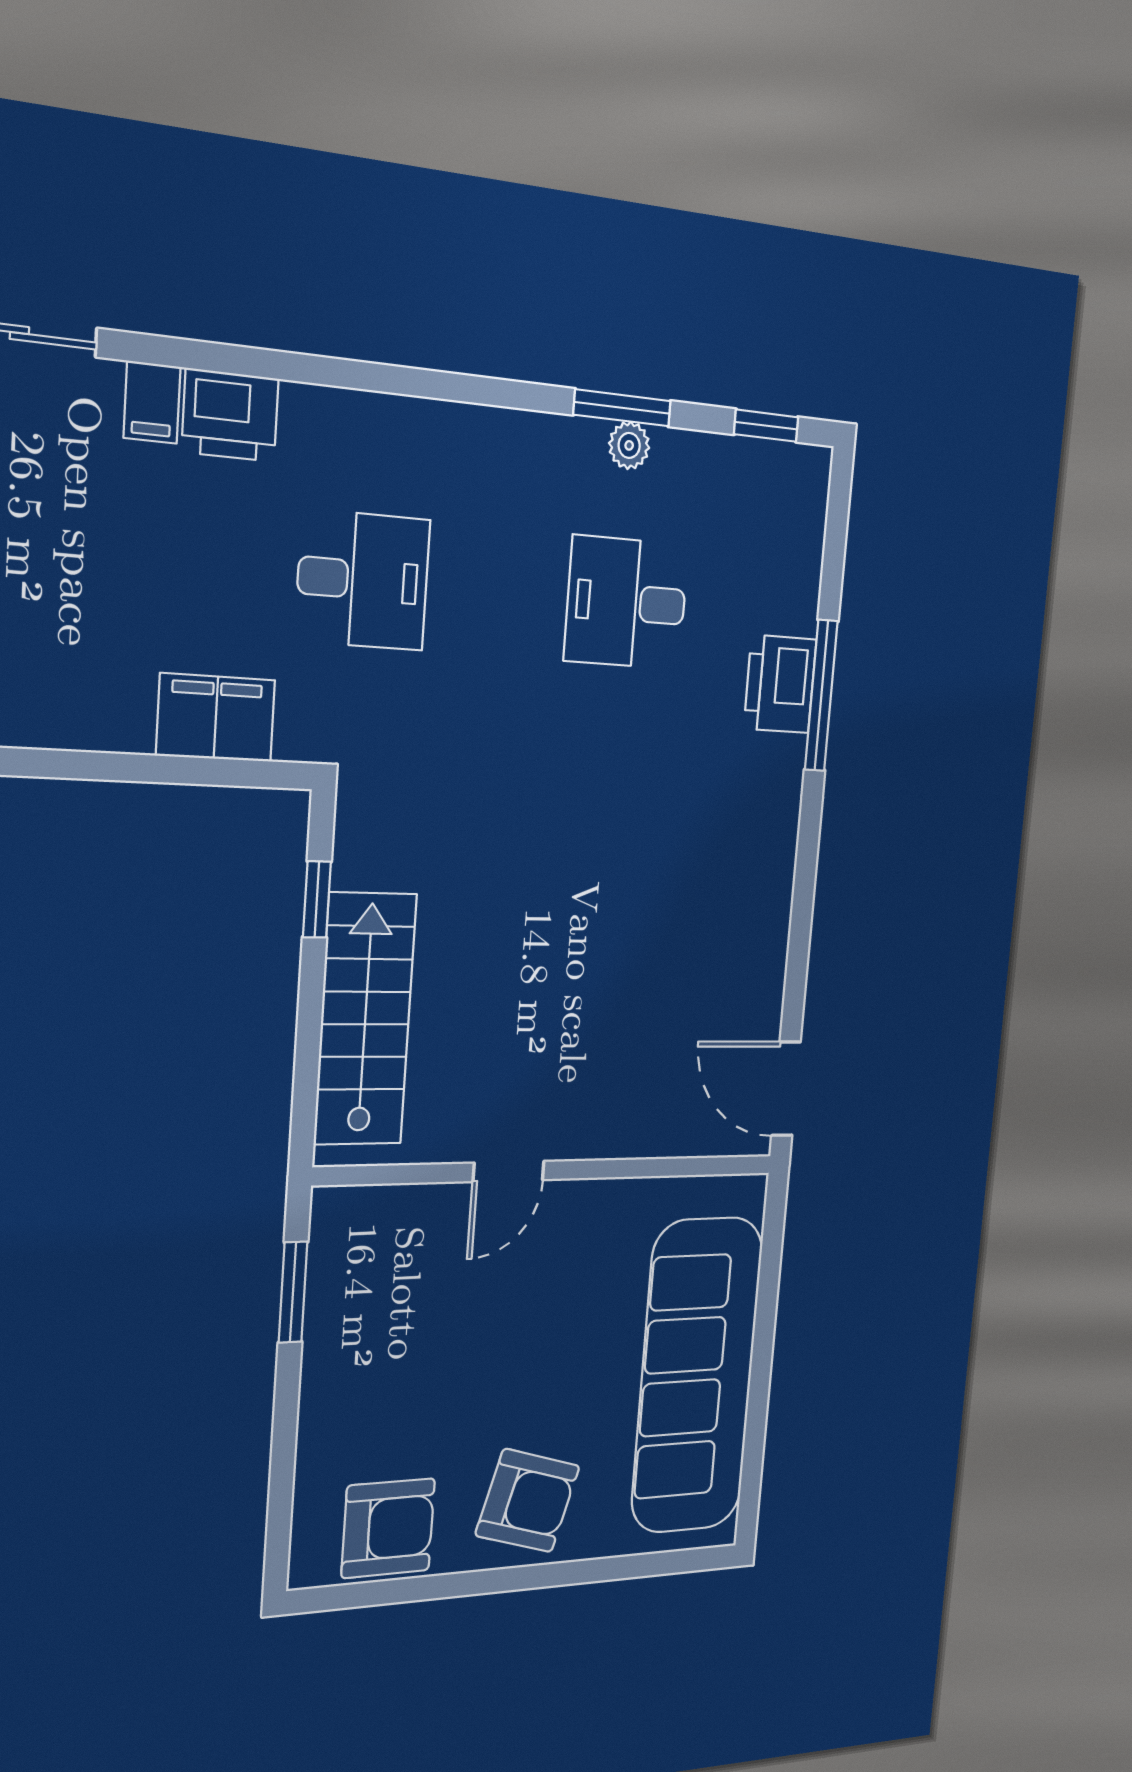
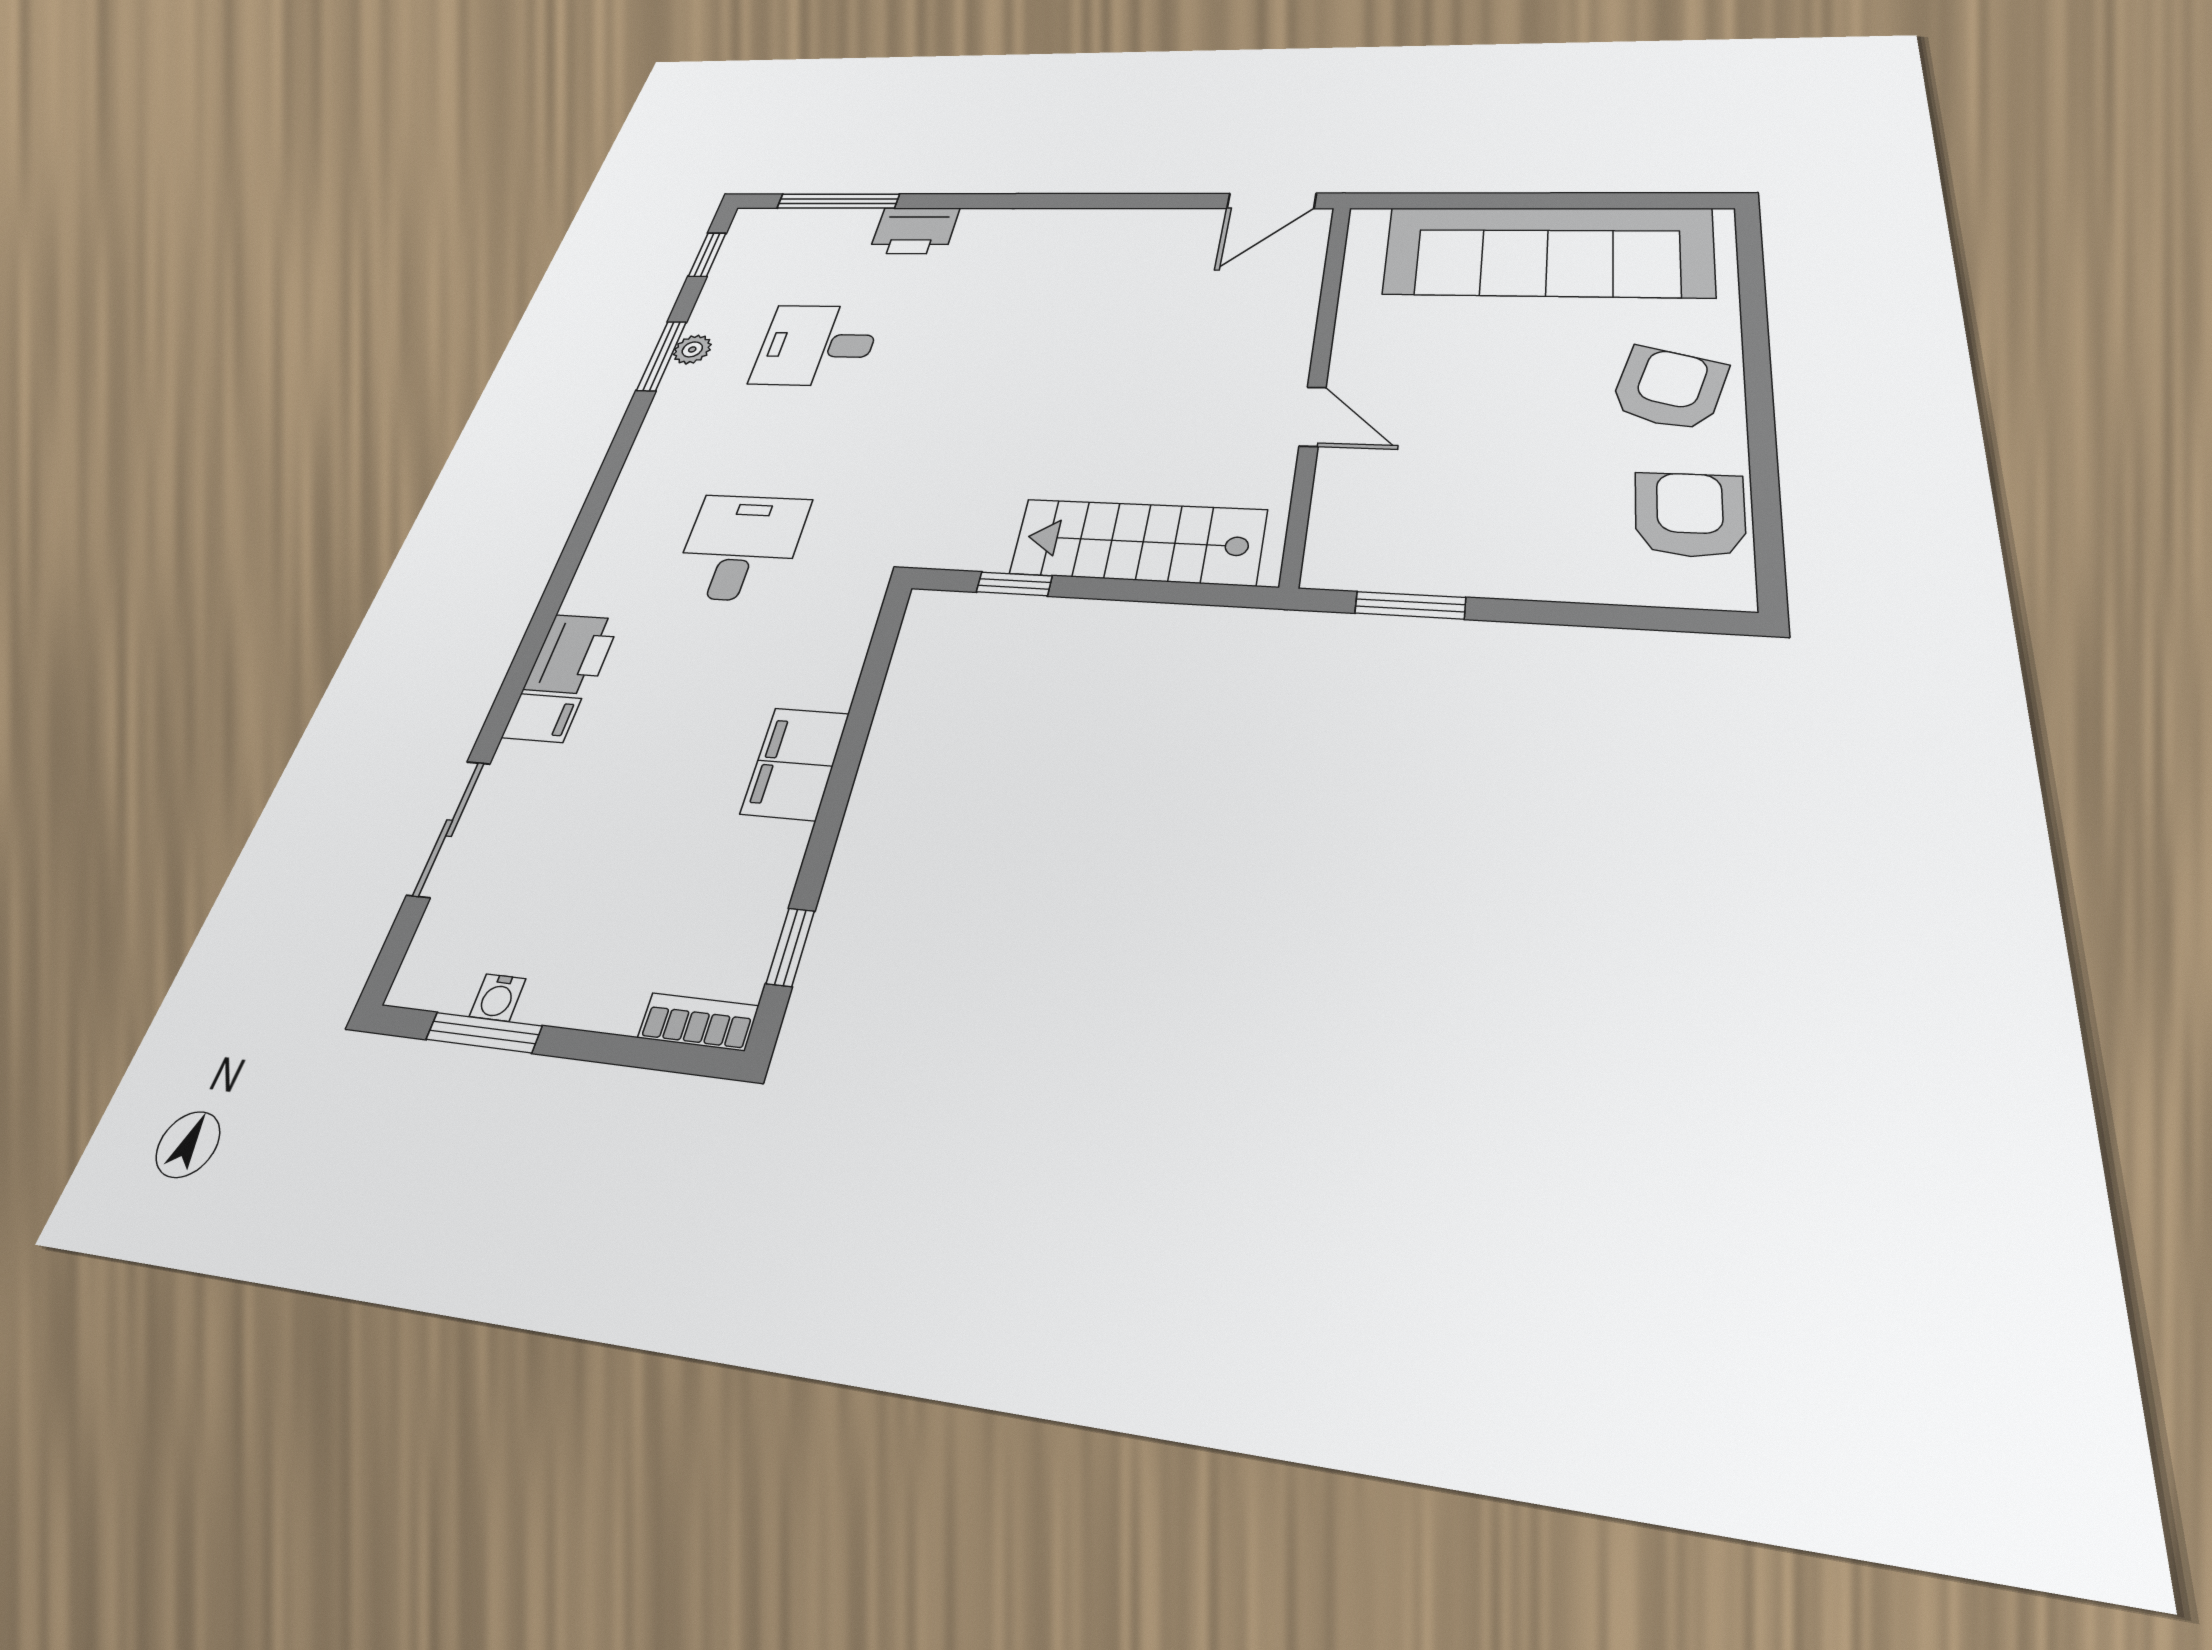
desk: (626, 603) -> (817, 345), turned 90
window: (821, 696) -> (838, 201), moved
filing cabinet: (216, 718) -> (795, 763), moved

